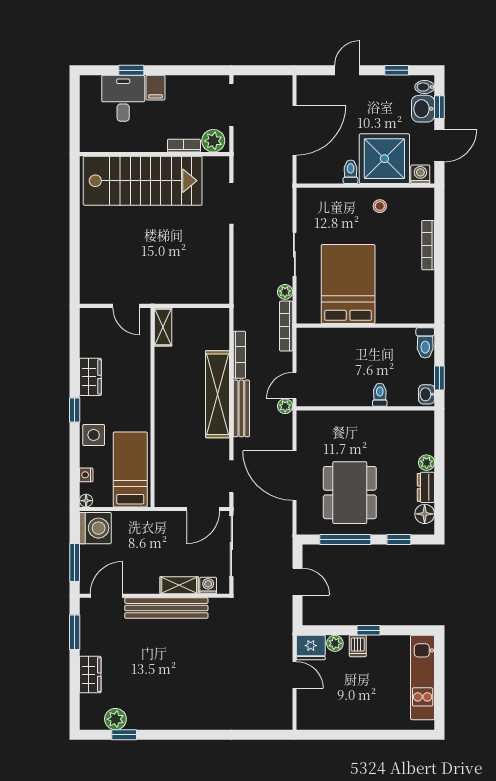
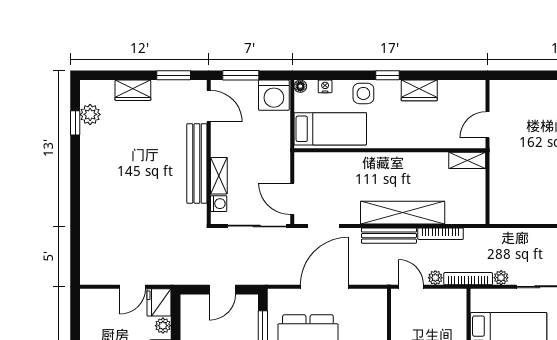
plant: (285, 406) -> (435, 278), moved

